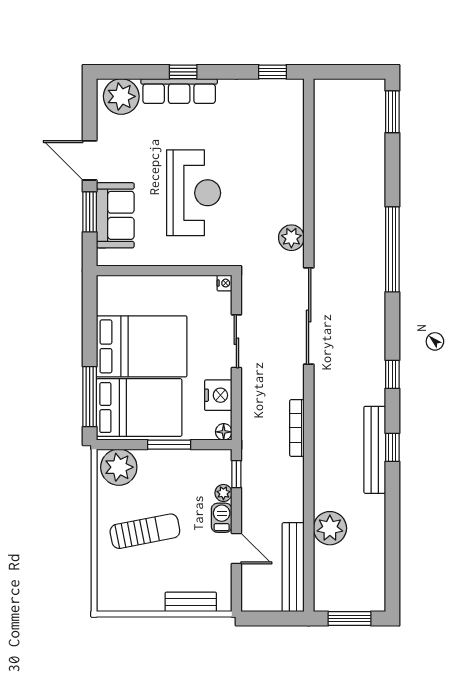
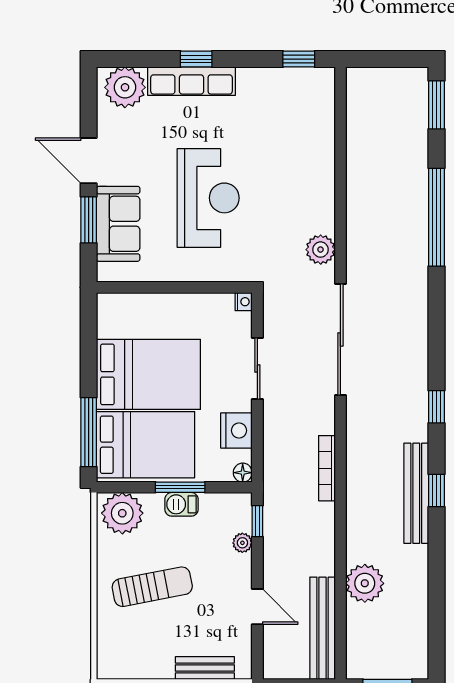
window: (392, 249) -> (436, 217), moved
barbecue: (222, 518) -> (181, 504), moved, turned -90

